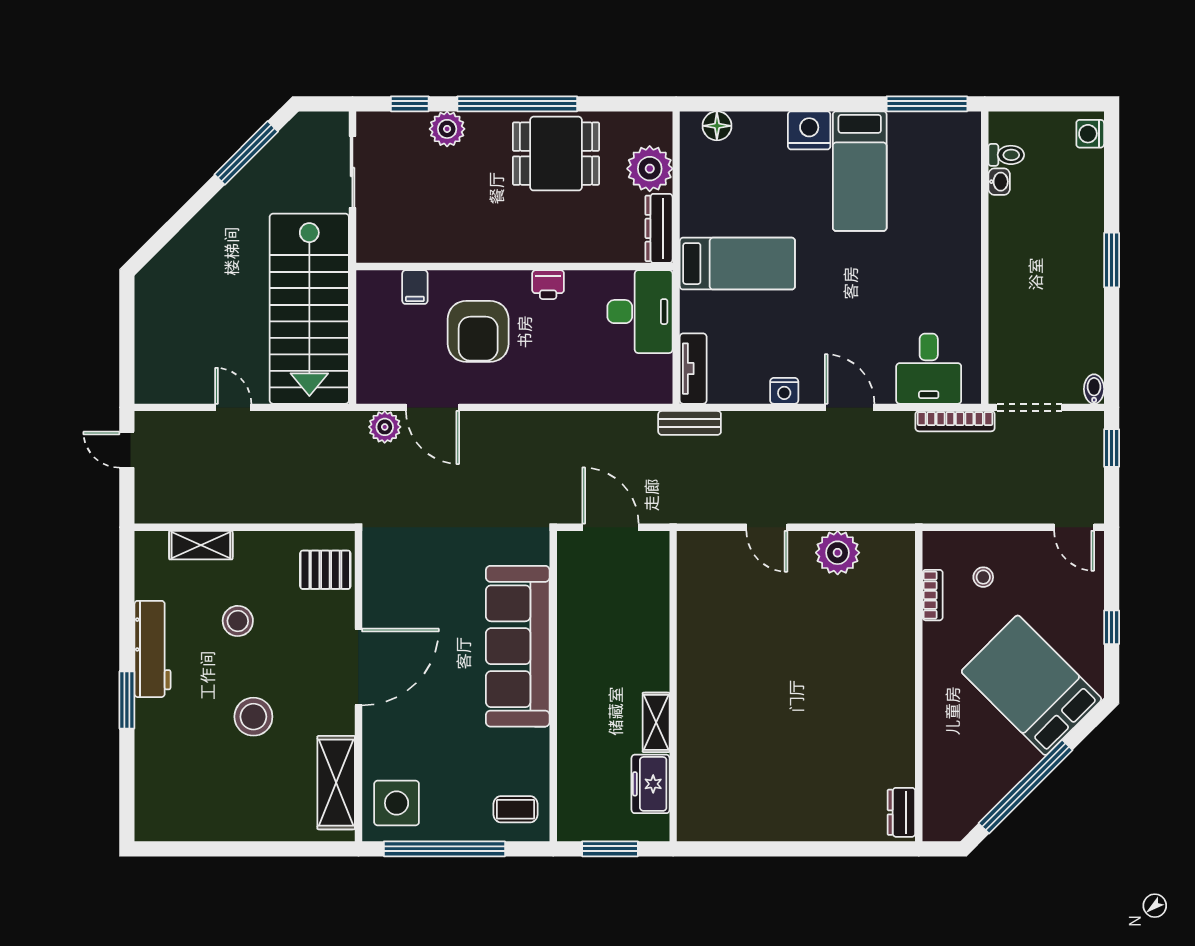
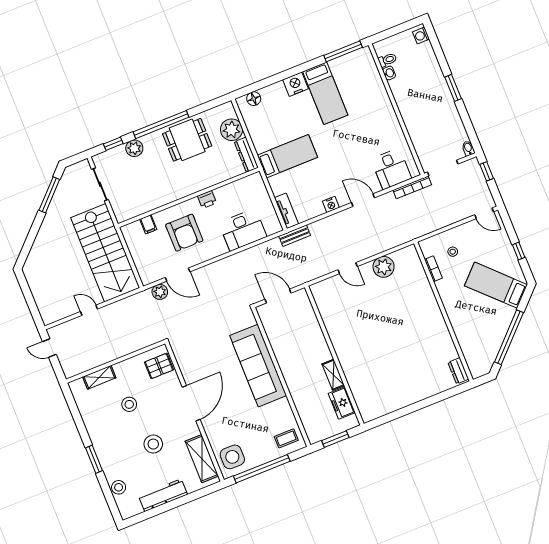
desk: (640, 312) -> (243, 230), moved, turned 90
workbench: (152, 649) -> (163, 495), moved, turned -90
bed: (1031, 685) -> (496, 285), width x0.67
stool: (153, 773) -> (119, 487), added

